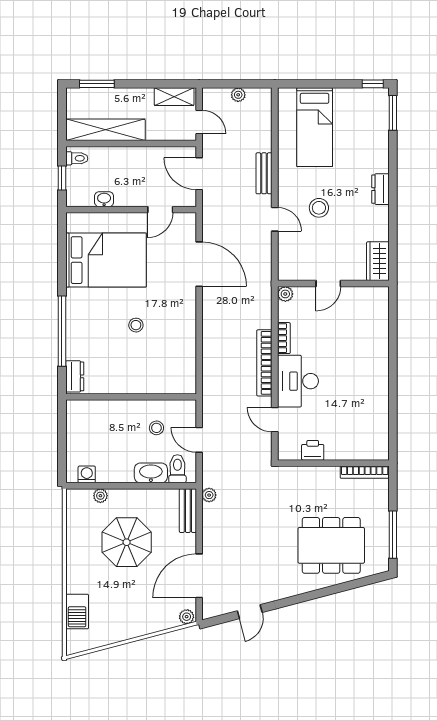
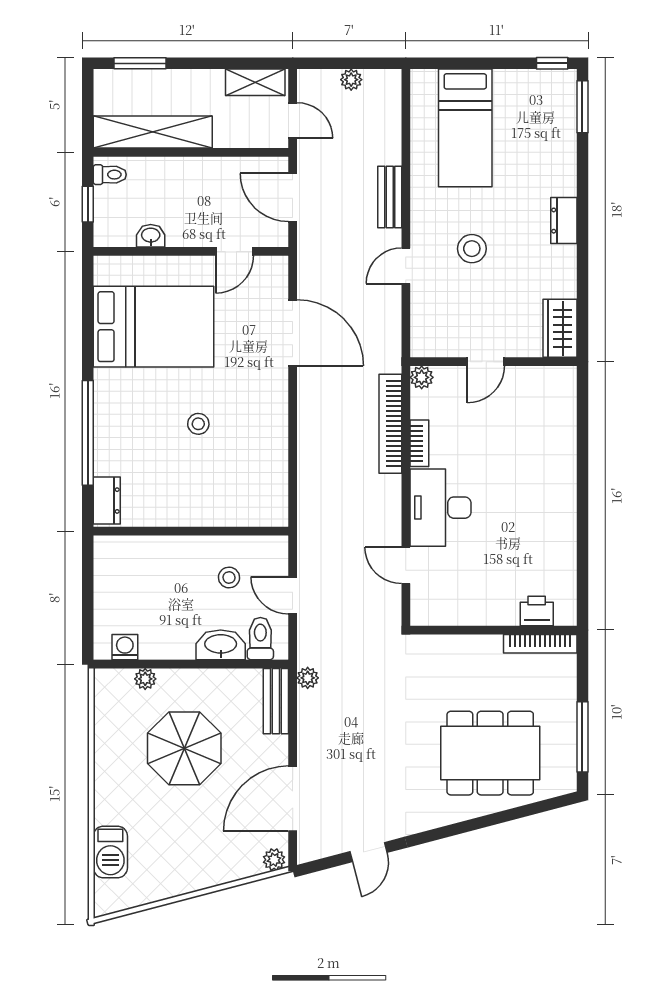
door: (275, 219) -> (406, 266), swing flipped
bookcase: (264, 363) -> (390, 424), moved
printer: (313, 450) -> (537, 611), moved

